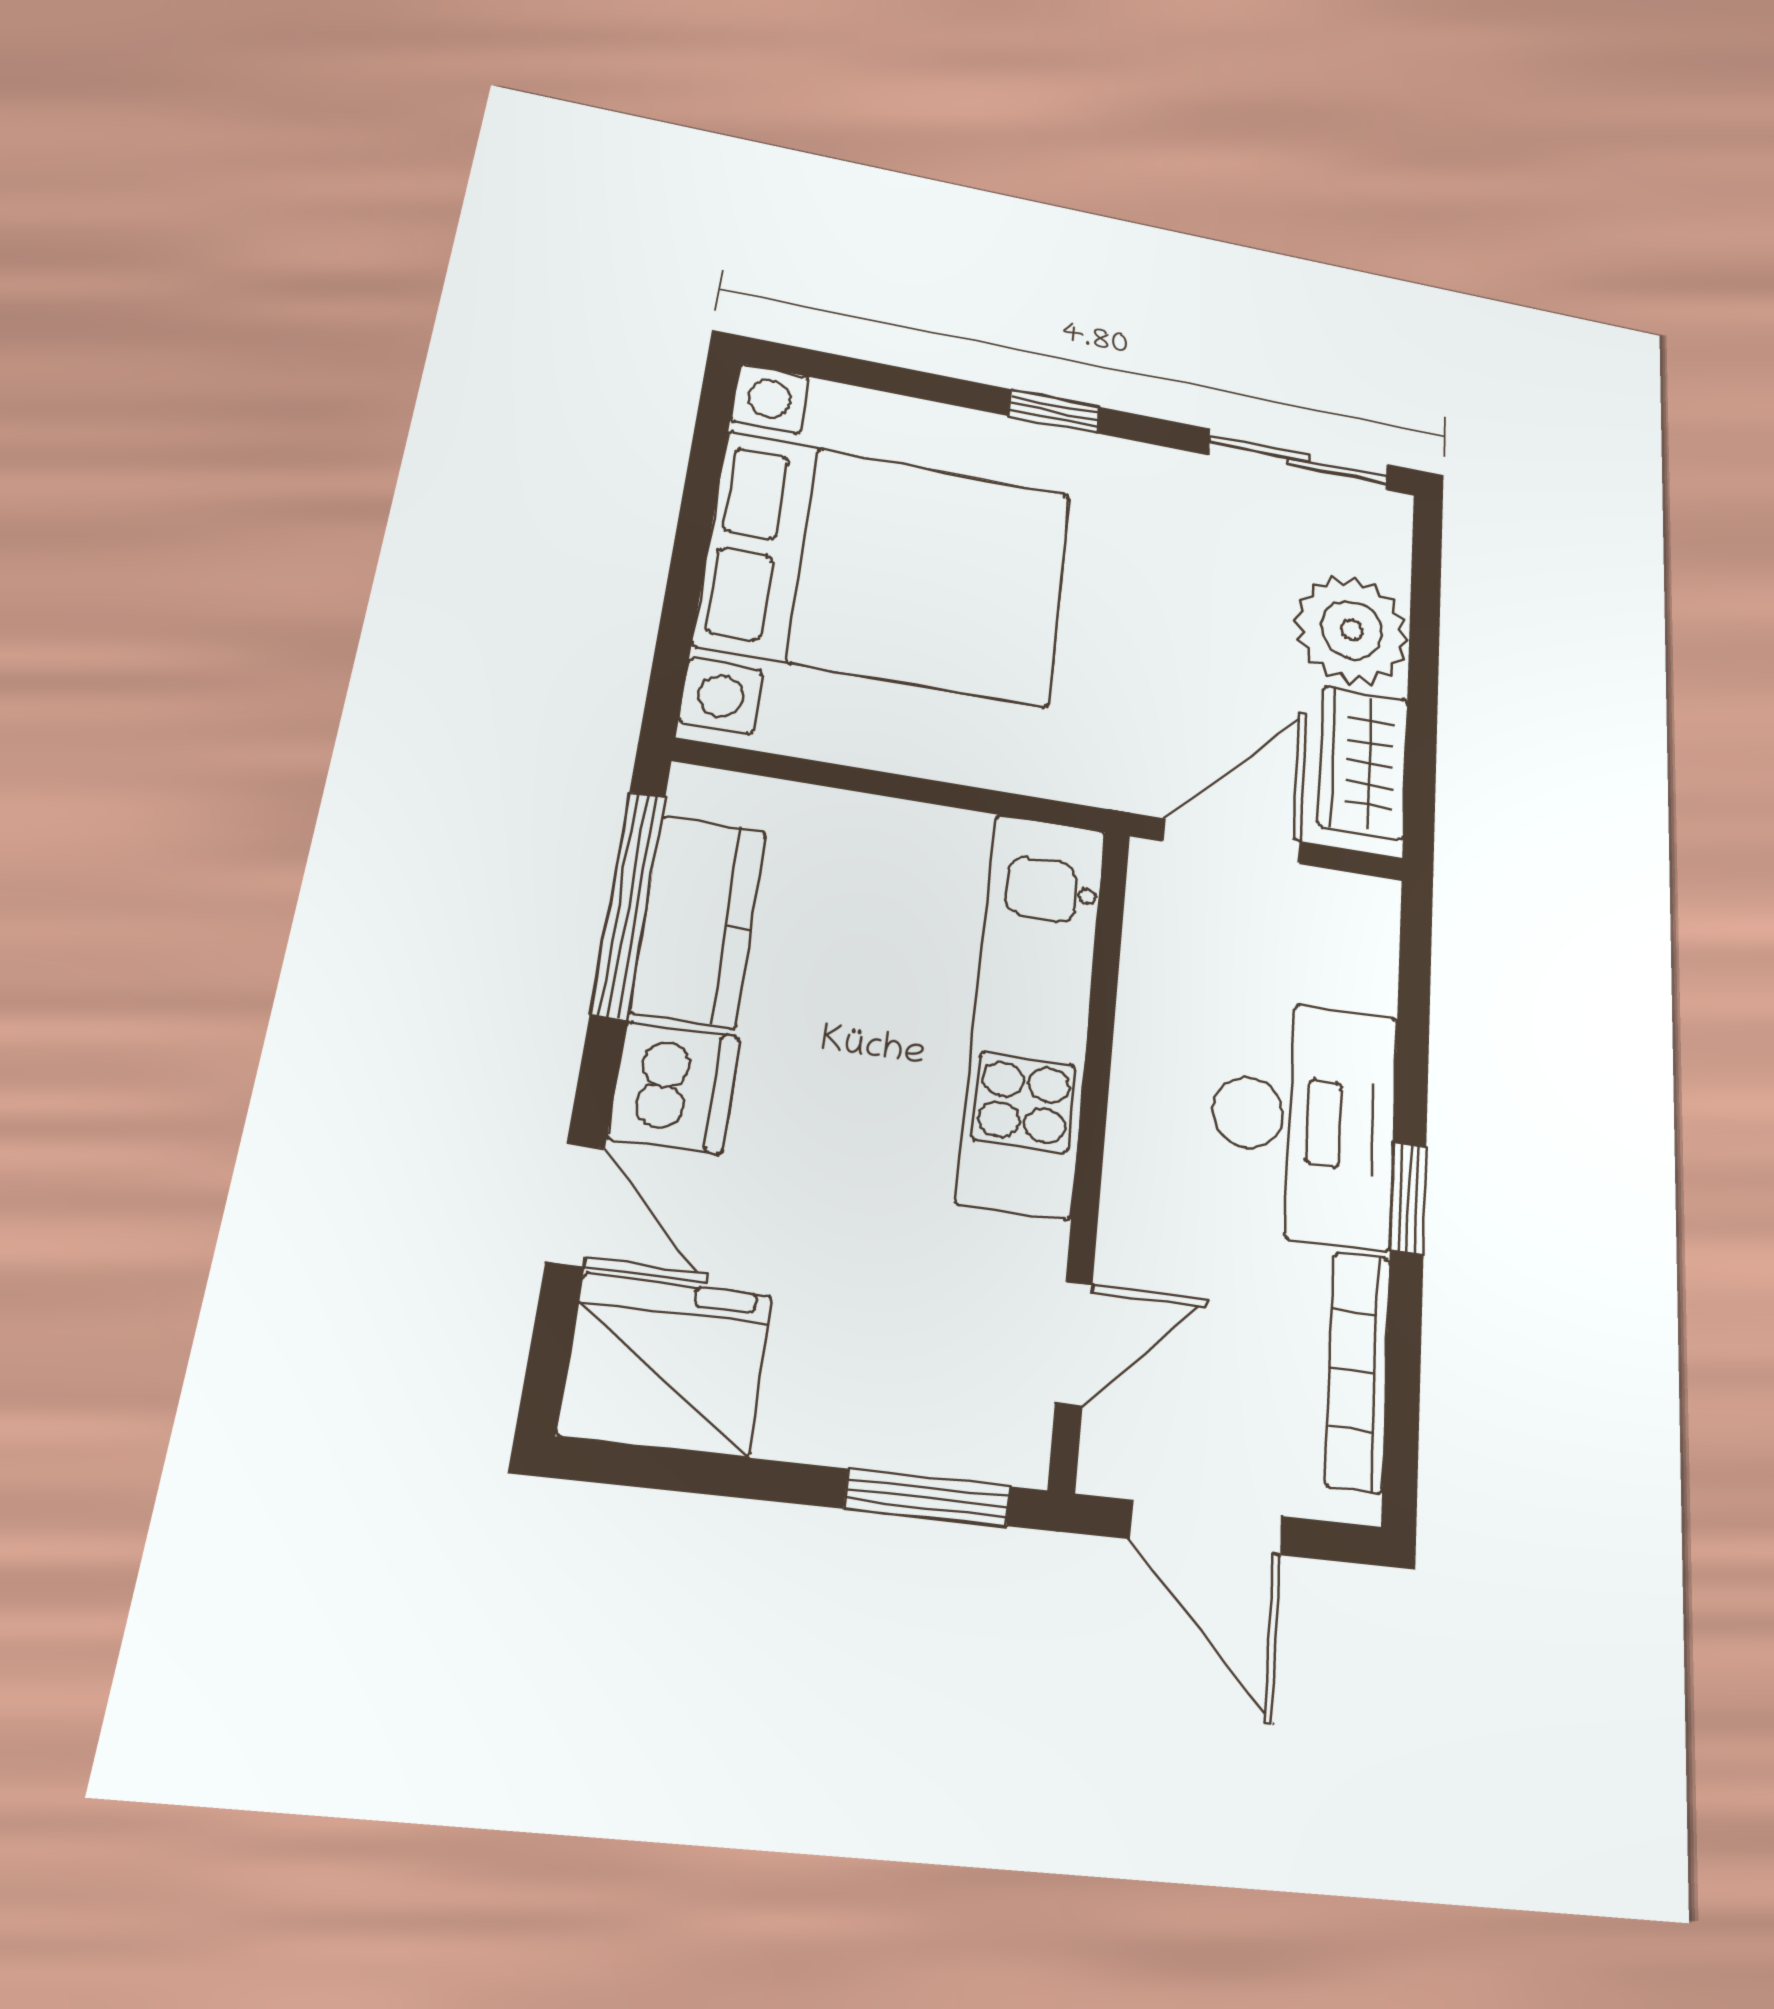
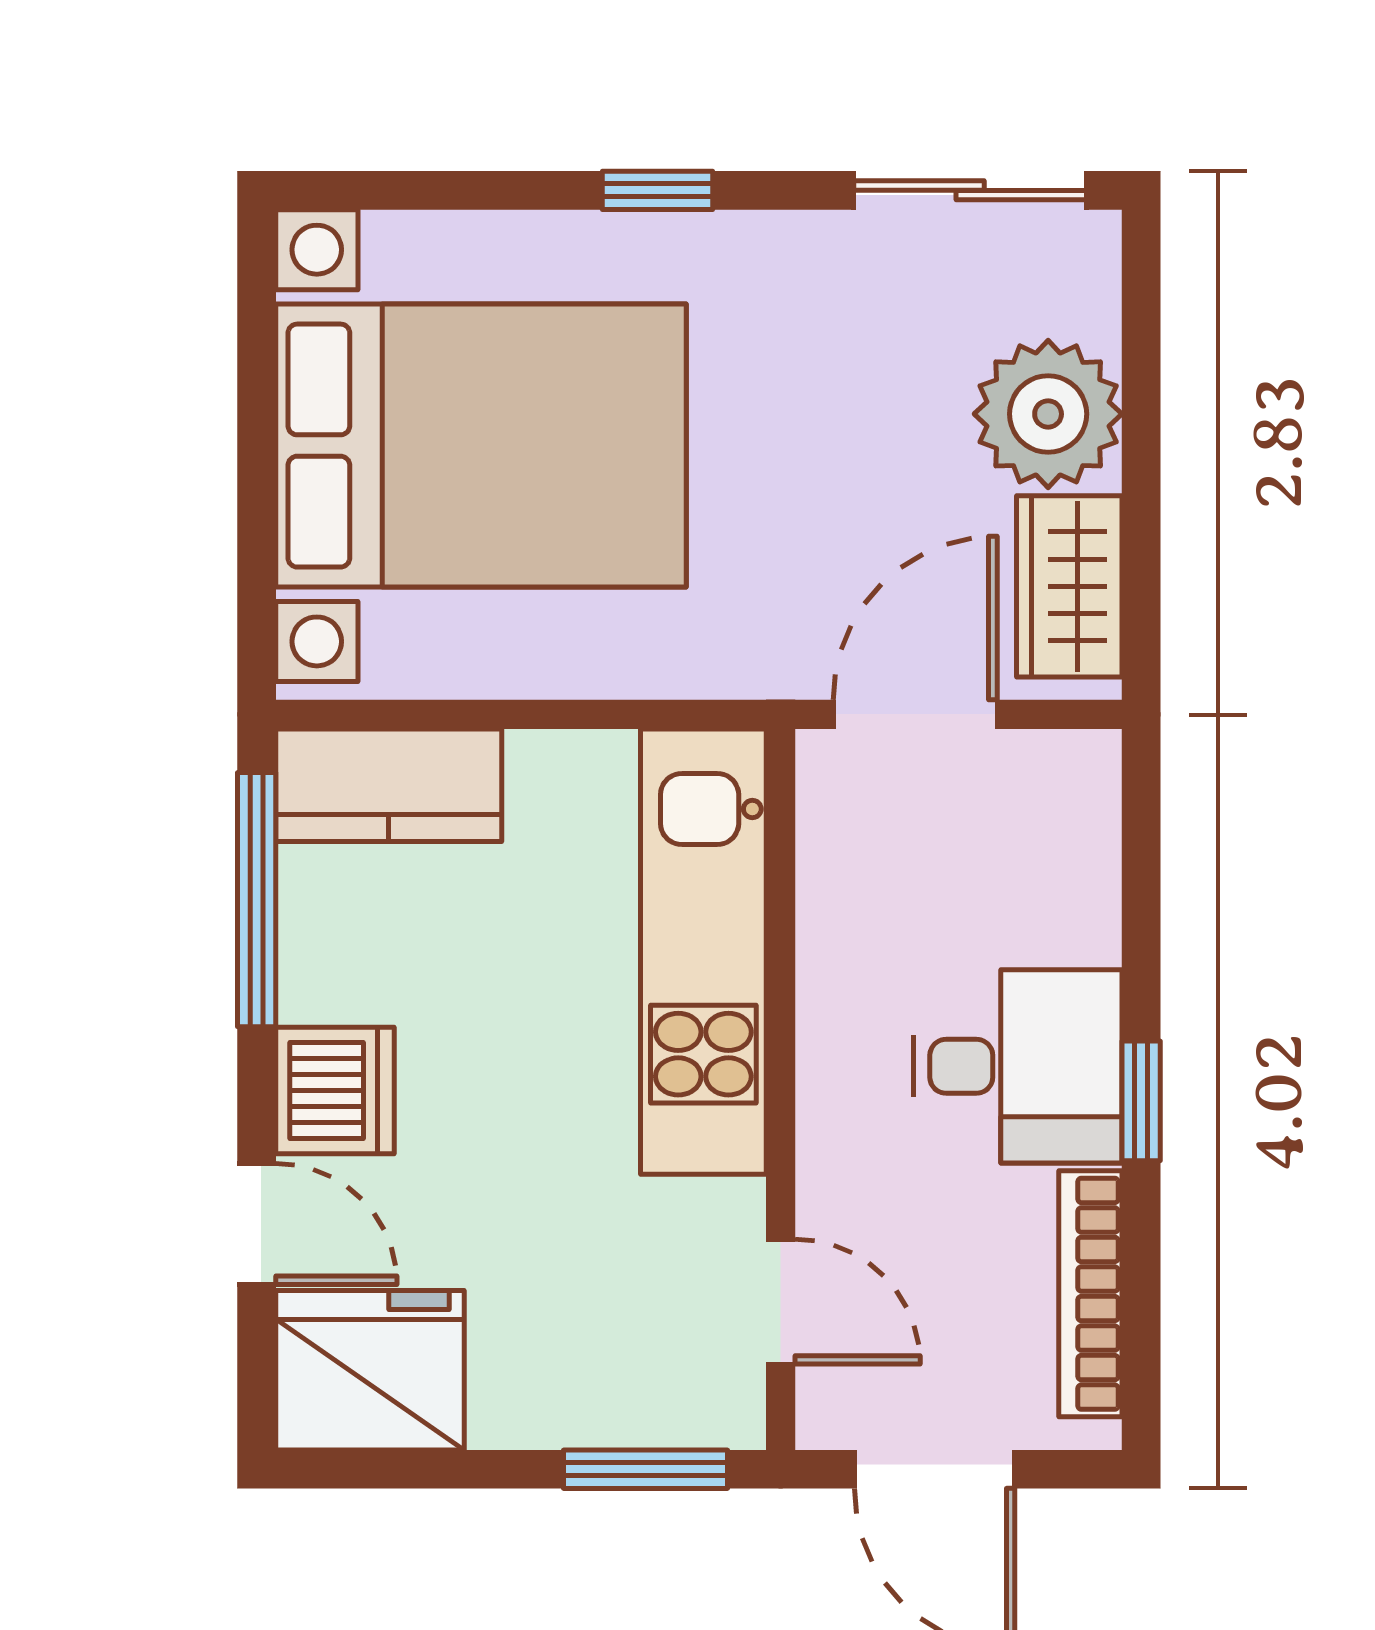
kitchen counter: (698, 921) -> (389, 785), moved, turned 90
desk: (1304, 1120) -> (1018, 1066), width x0.73
door: (1074, 1344) -> (781, 1302), hinge flipped

